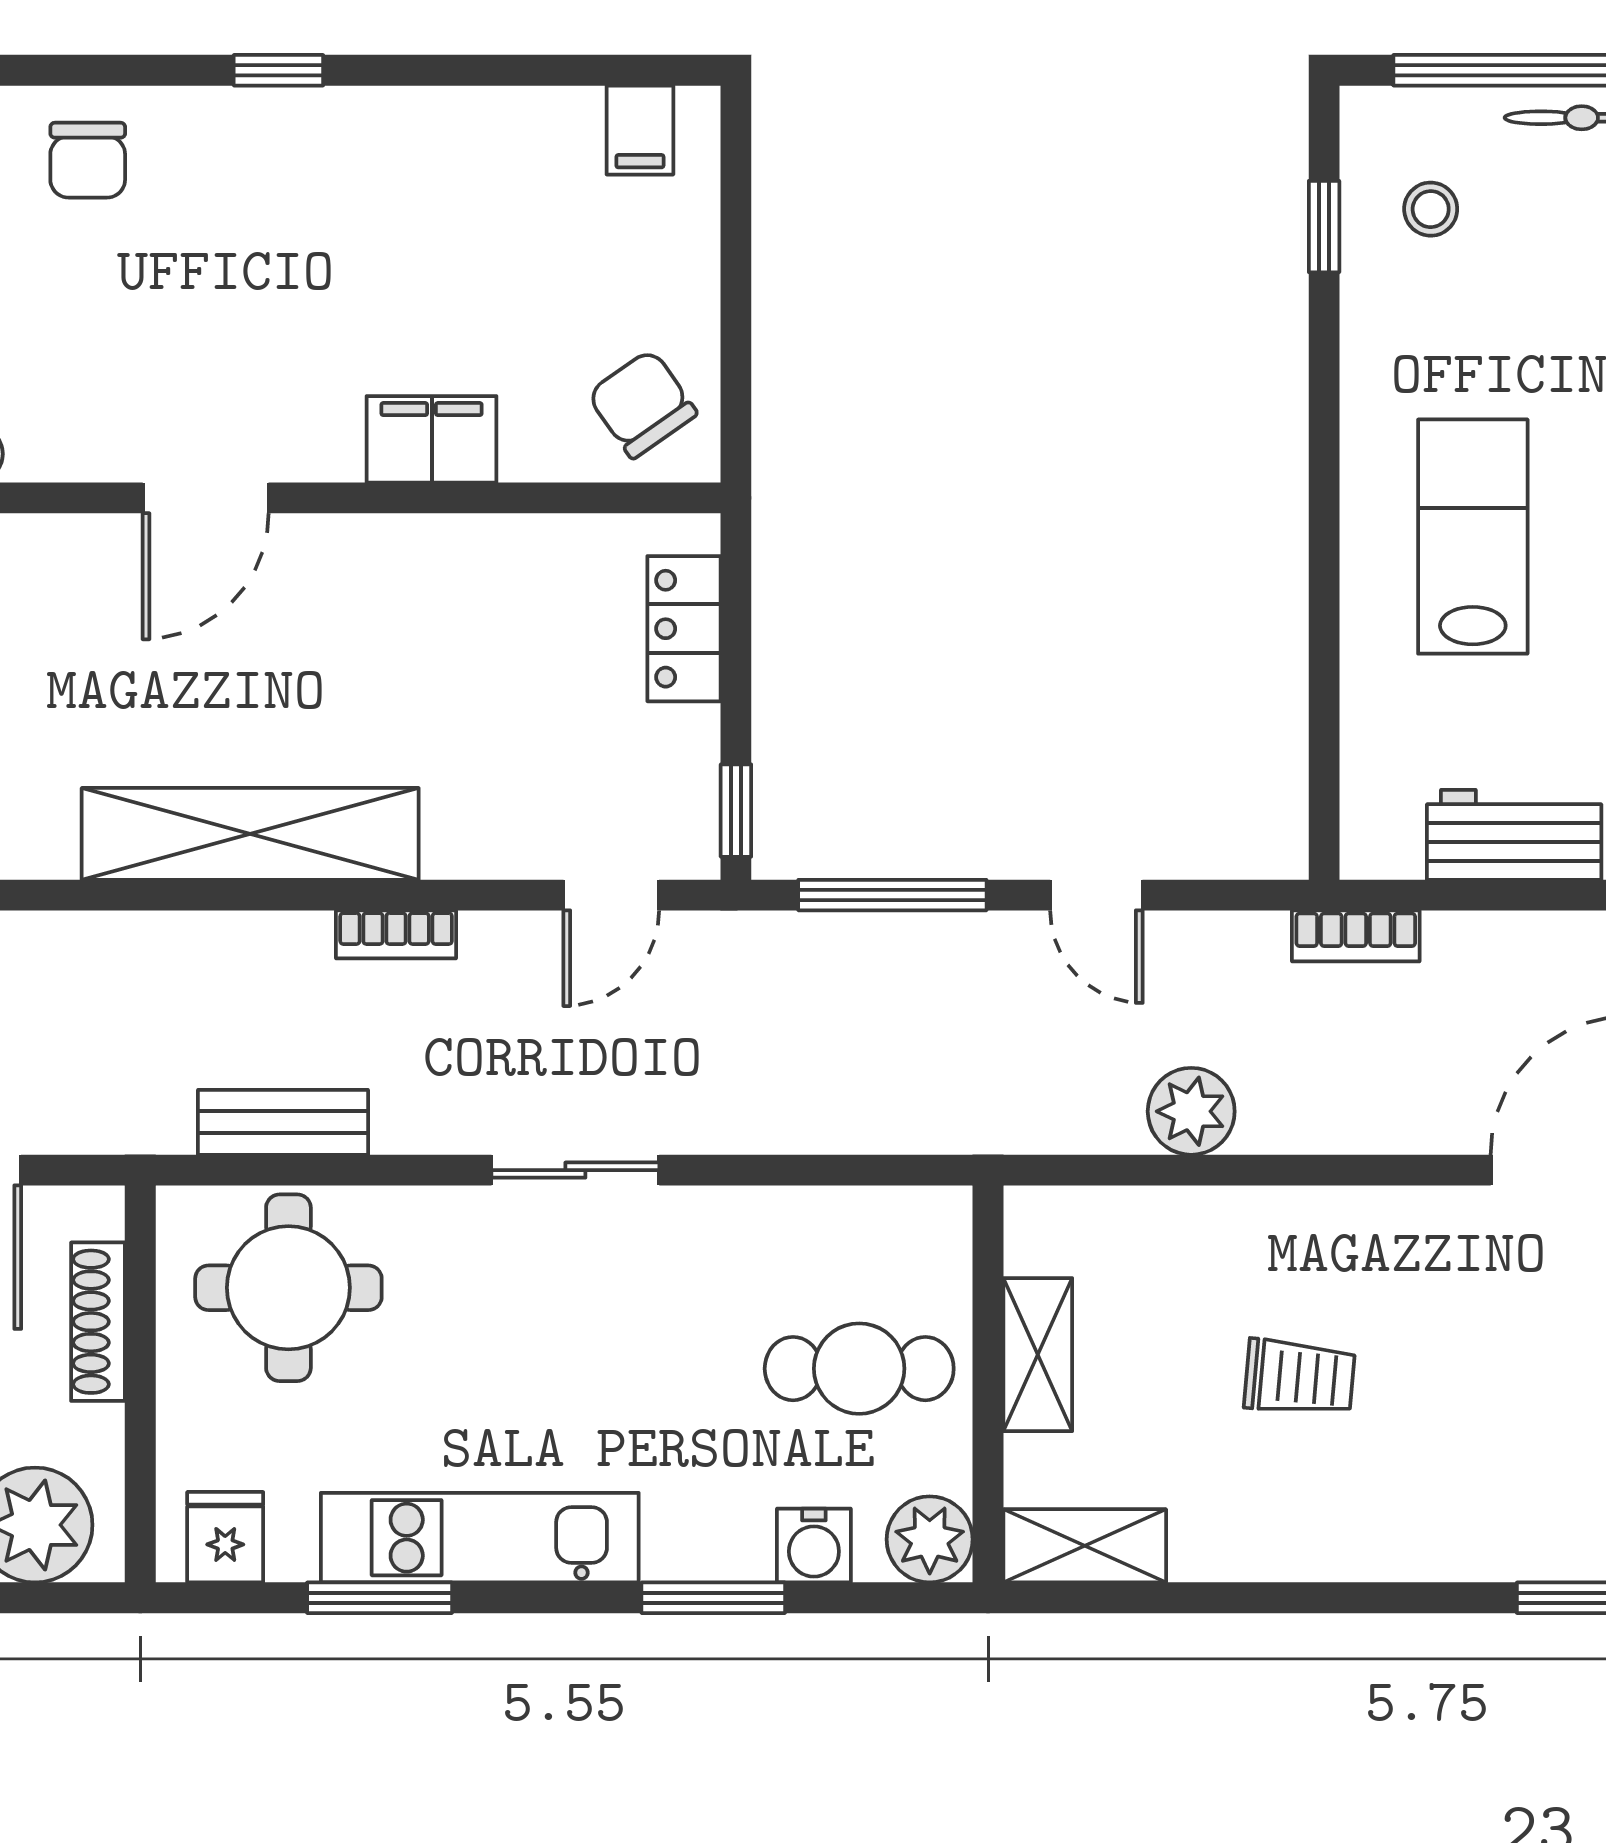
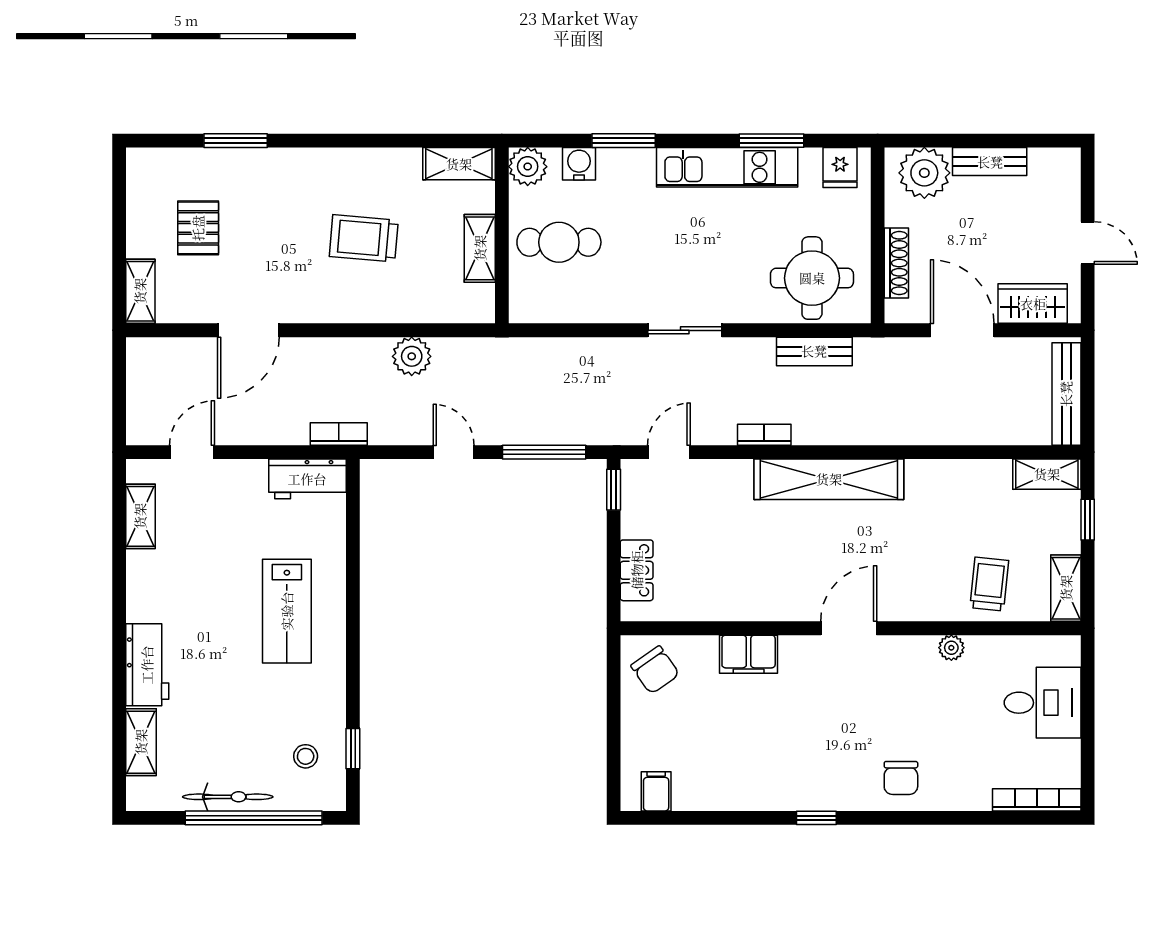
chair: (88, 160) -> (901, 778), turned 180
workbench: (1514, 835) -> (307, 479), moved
trolley: (1299, 1377) -> (364, 238), width x1.36, depth x1.39

